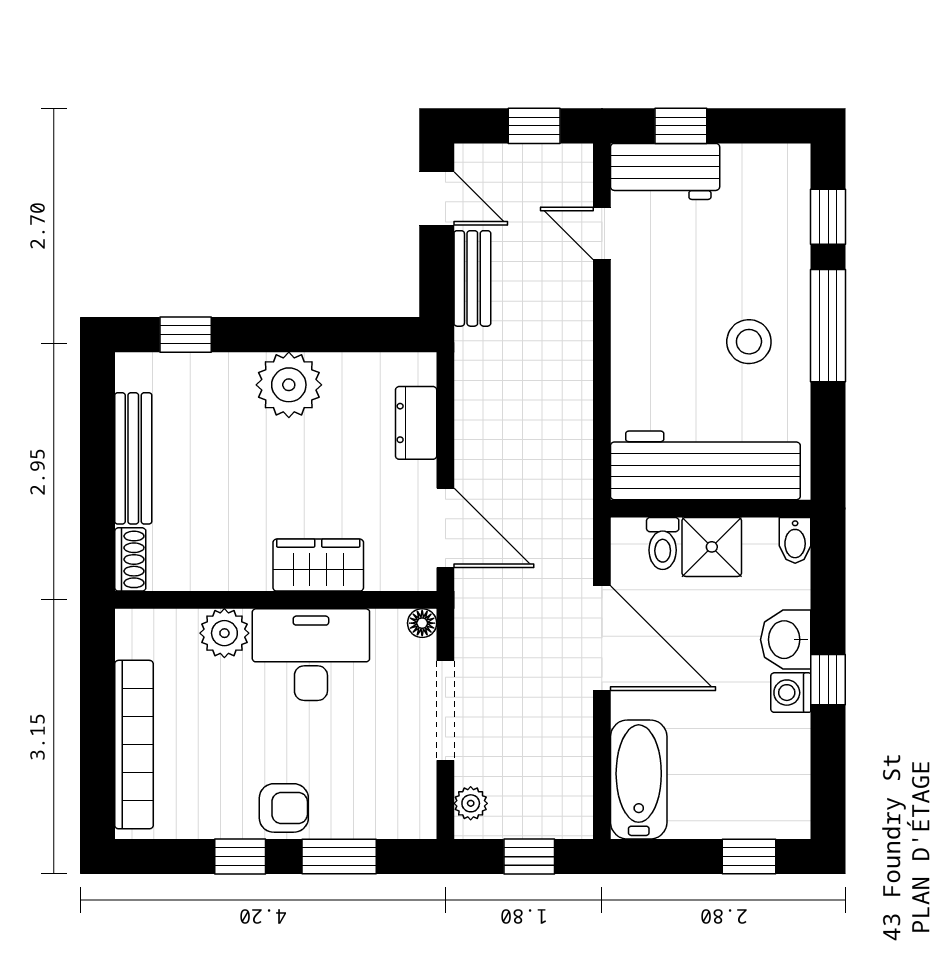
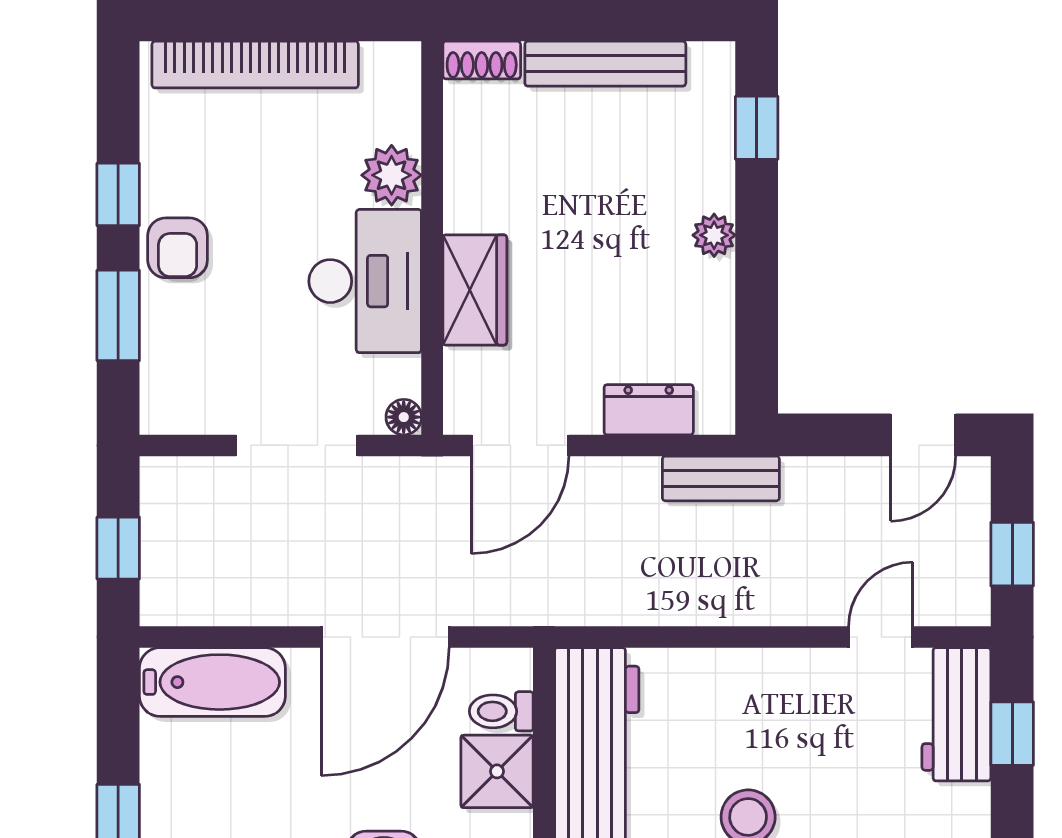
bench: (472, 278) -> (721, 478), moved
plant: (289, 385) -> (714, 235), width x0.53, depth x0.53
plant: (471, 803) -> (183, 476), removed

